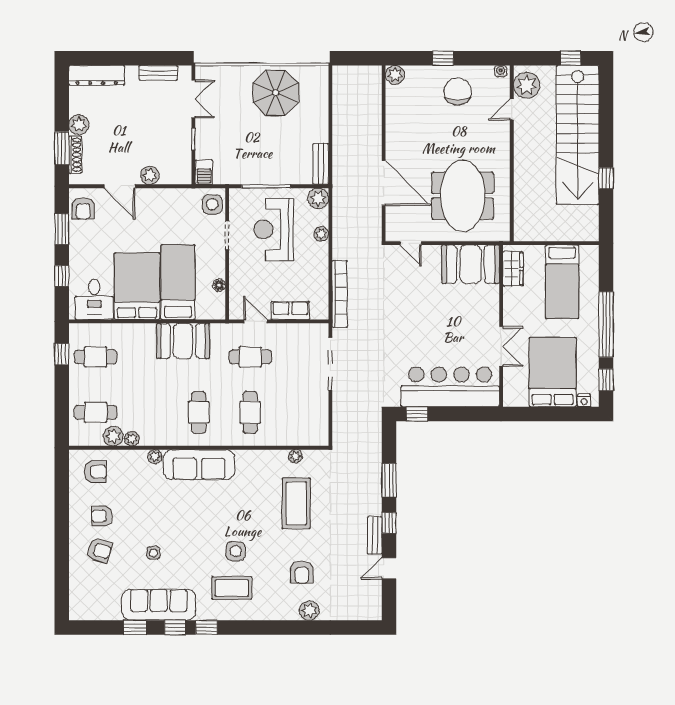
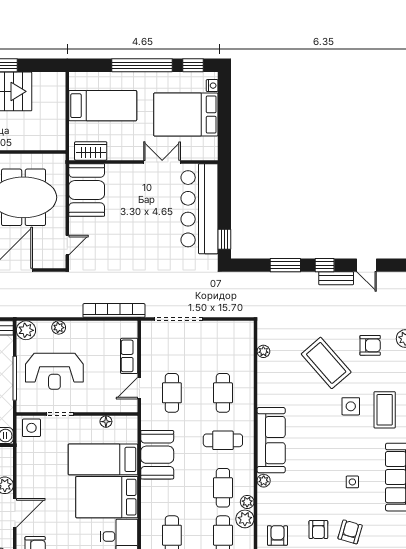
cafe table: (147, 412) -> (223, 488), added
cafe table: (250, 412) -> (223, 393), turned 90
coffee table: (296, 503) -> (326, 363), moved, turned 49

